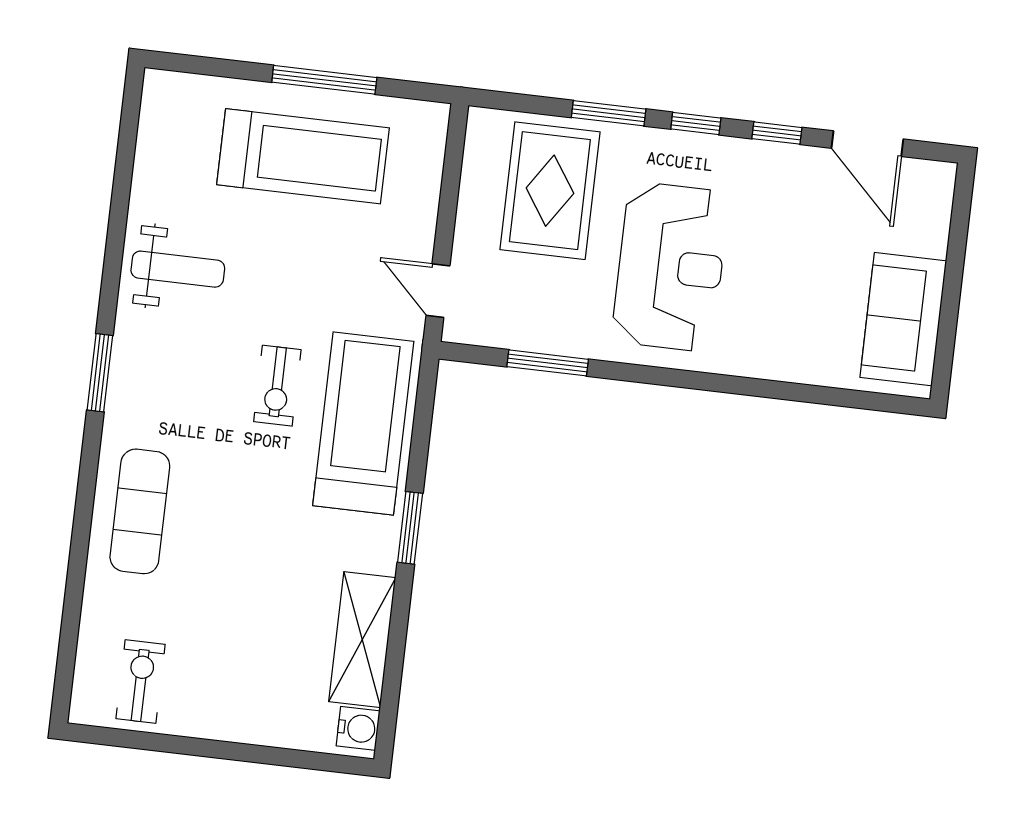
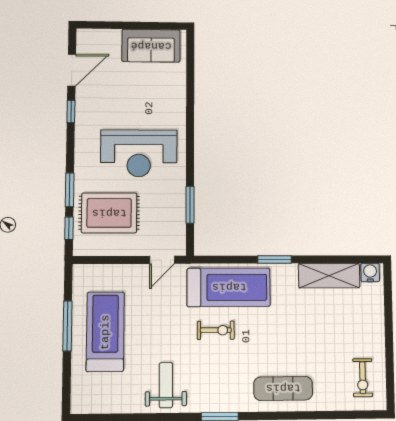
window: (696, 123) -> (69, 228), moved
reception desk: (670, 267) -> (139, 153), turned 180
treadmill: (363, 424) -> (229, 287), turned 180
exercise bike: (141, 681) -> (363, 378), turned -90

